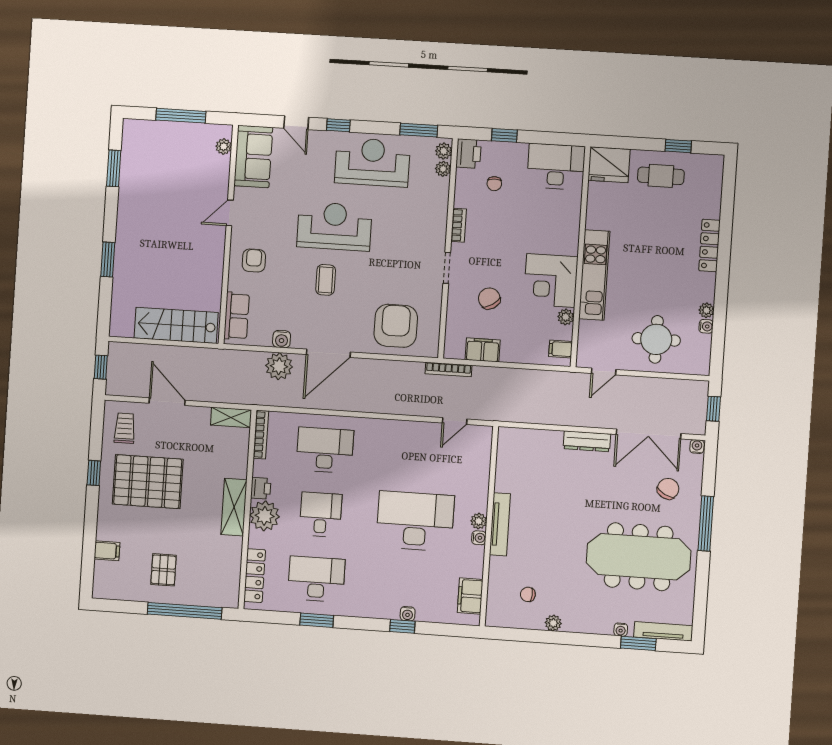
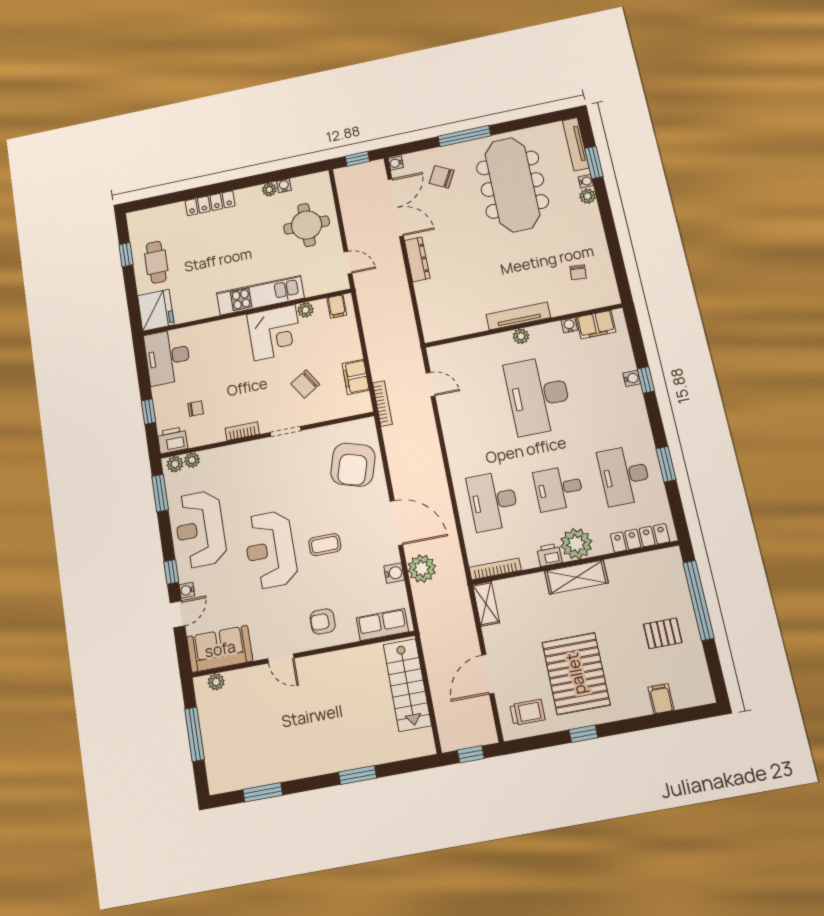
water cooler: (317, 137) -> (187, 590), added
armchair: (396, 326) -> (353, 465), turned -73
trolley: (125, 428) -> (527, 712), turned 180
water cooler: (479, 538) -> (569, 325), moved
plant: (553, 623) -> (588, 196), moved

